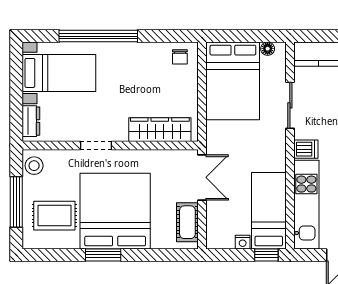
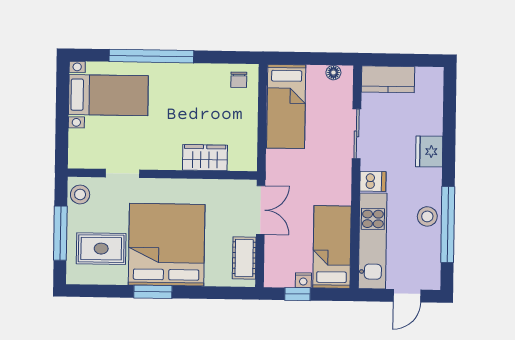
bed: (233, 81) -> (286, 106), width x0.67
dresser: (31, 121) -> (77, 146), removed
wardrobe: (160, 130) -> (205, 158), width x0.67
doorway: (96, 145) -> (123, 173), moved
window: (266, 255) -> (298, 294), moved

